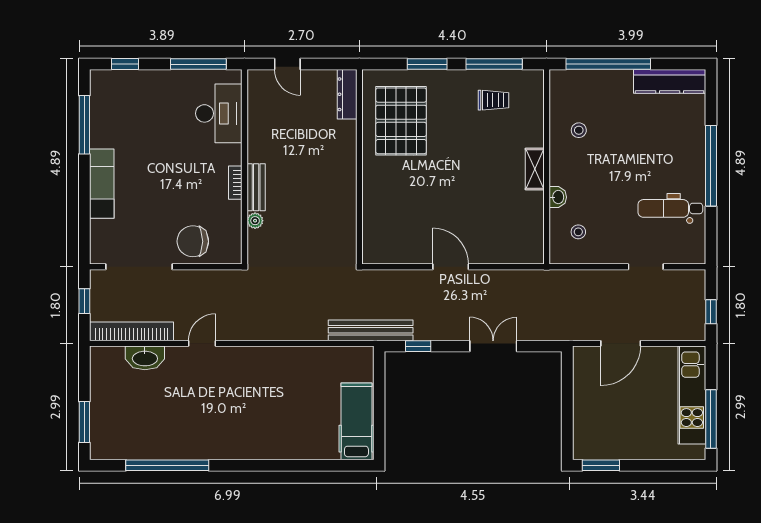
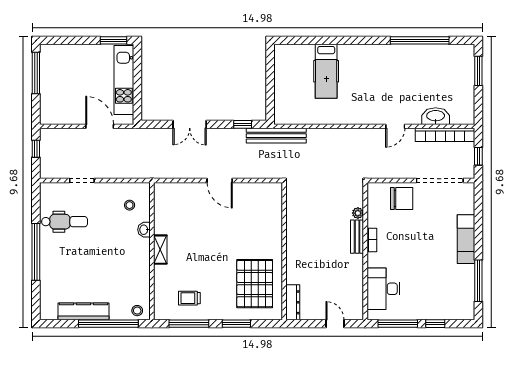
window: (125, 64) -> (435, 324), moved
kitchen counter: (670, 81) -> (83, 311), moved
stool: (579, 130) -> (137, 311), moved
door: (621, 343) -> (100, 126), hinge flipped
kitchen unit: (692, 395) -> (124, 80), moved, turned 180
hospital bed: (356, 421) -> (326, 71), moved

